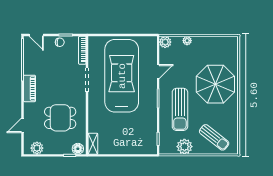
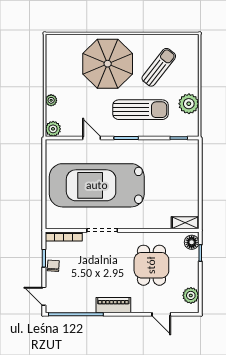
door: (36, 35) -> (44, 296), swing flipped
sun lounger: (214, 137) -> (159, 67), moved

